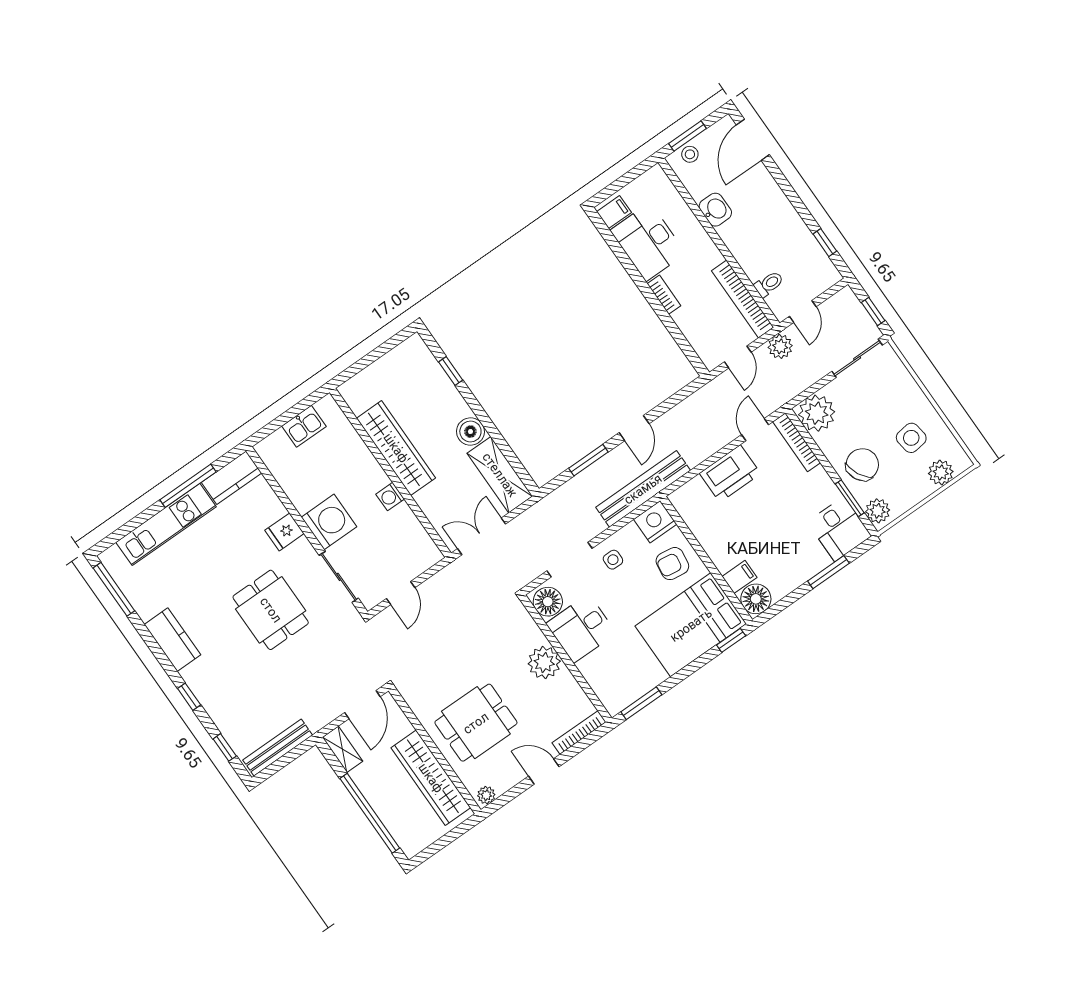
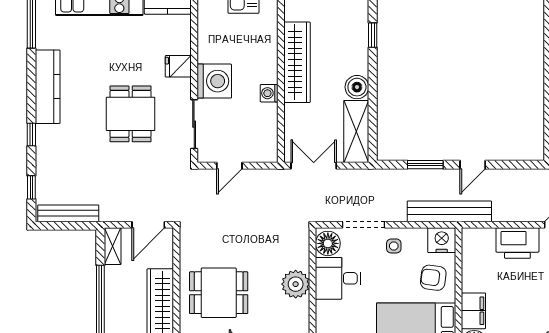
filing cabinet: (739, 577) -> (473, 311), width x2.00
kitchen counter: (172, 640) -> (48, 87), width x1.50

